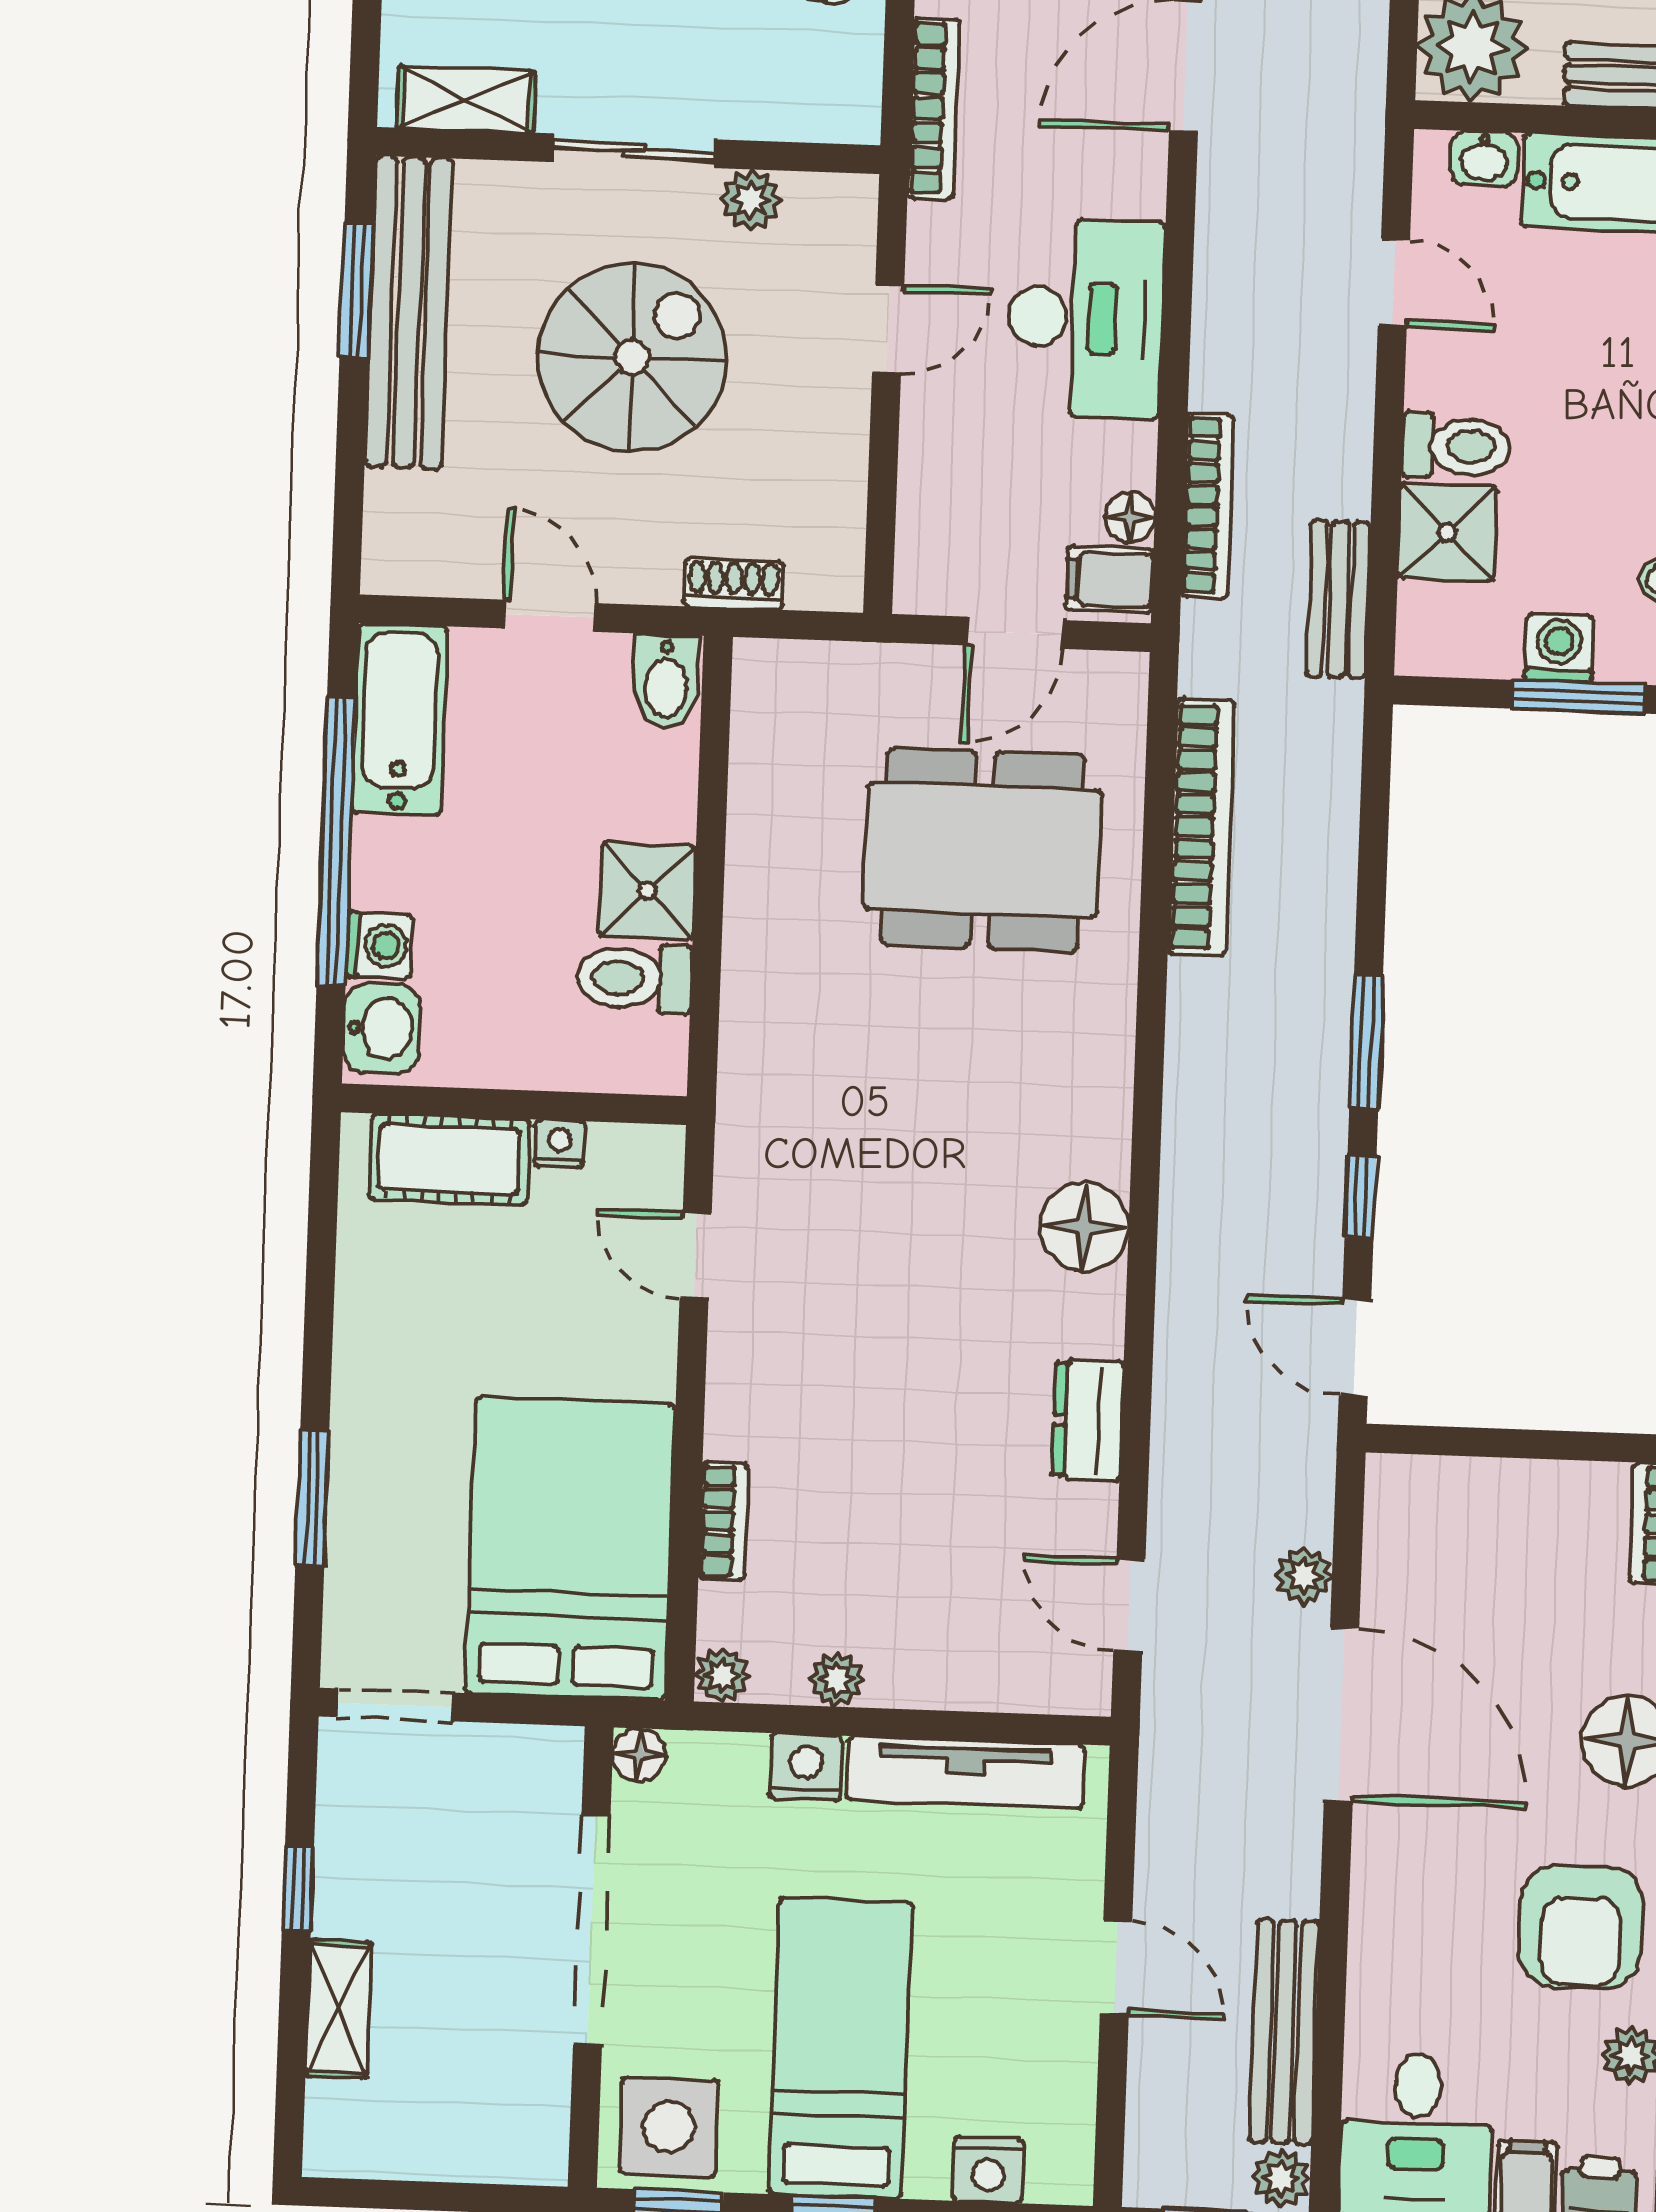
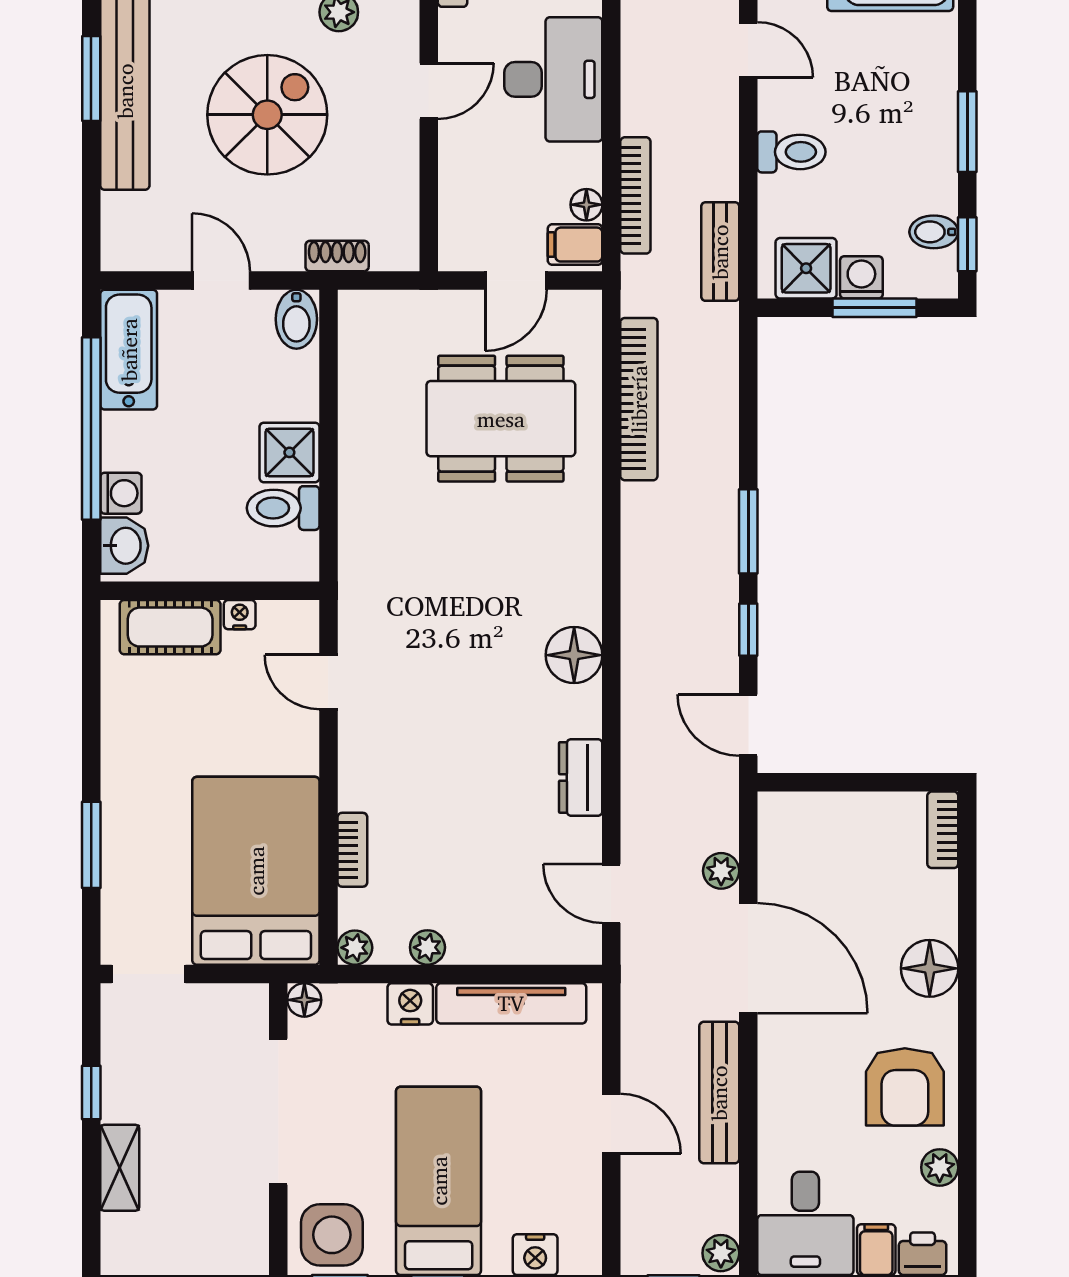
shower: (1447, 532) -> (806, 268), moved
bench: (1284, 2032) -> (719, 1093), moved

